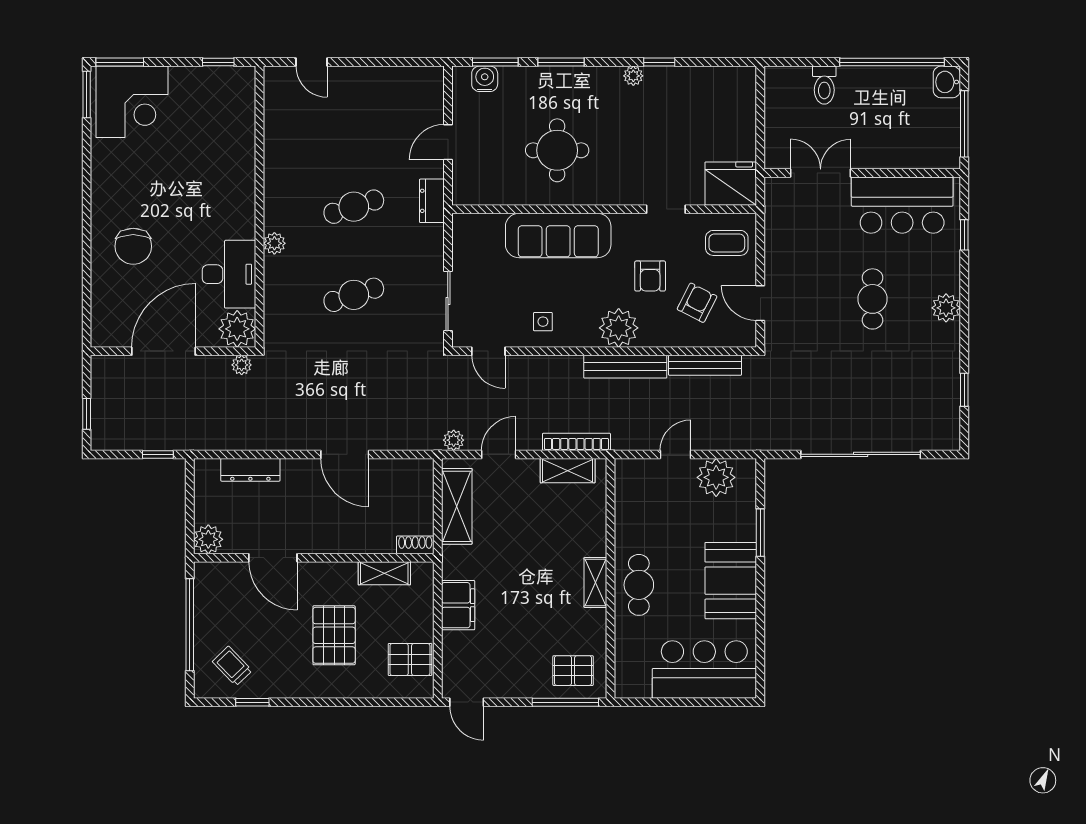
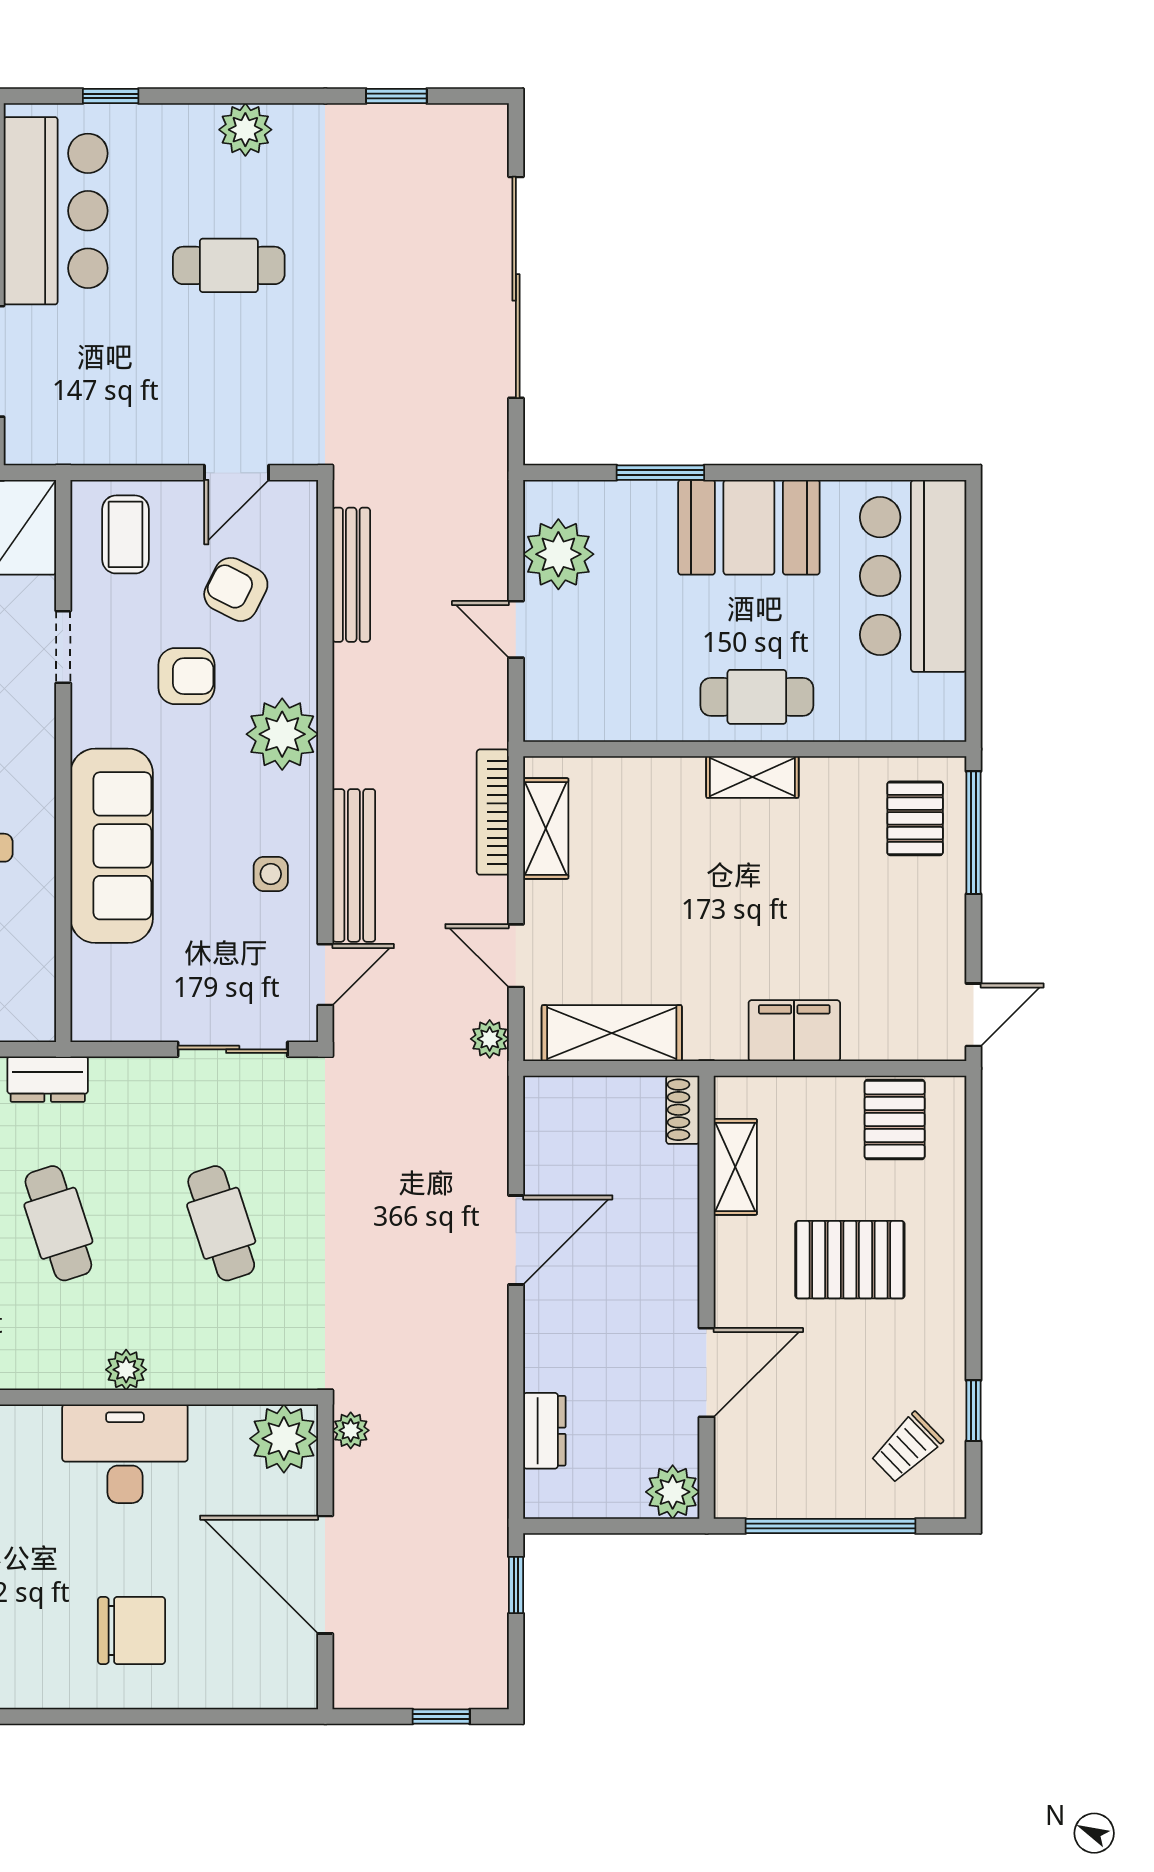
desk: (229, 274) -> (125, 1454), moved
bench: (625, 367) -> (354, 865), moved
dresser: (250, 470) -> (544, 1431), width x0.70

